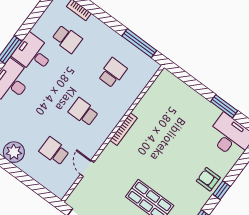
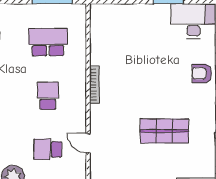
school desk: (113, 73) -> (48, 42), width x1.85
school desk: (83, 112) -> (48, 96), turned 90

